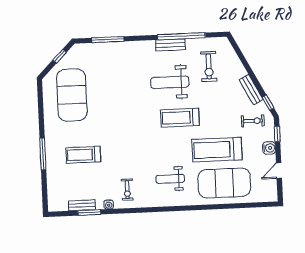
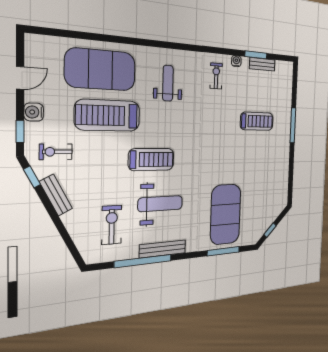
bench: (171, 45) -> (163, 249), width x1.36
exercise mat: (72, 95) -> (226, 214), moved
treadmill: (217, 150) -> (108, 115), turned 180
weight bench: (170, 179) -> (168, 83), turned -90

